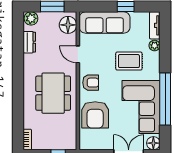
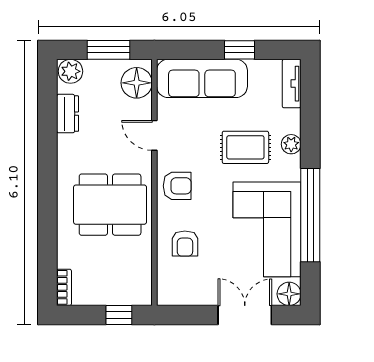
plant: (155, 46) -> (291, 144), moved
dining table: (53, 93) -> (110, 205), turned 90
armchair: (95, 115) -> (185, 244), width x0.53, depth x0.53

